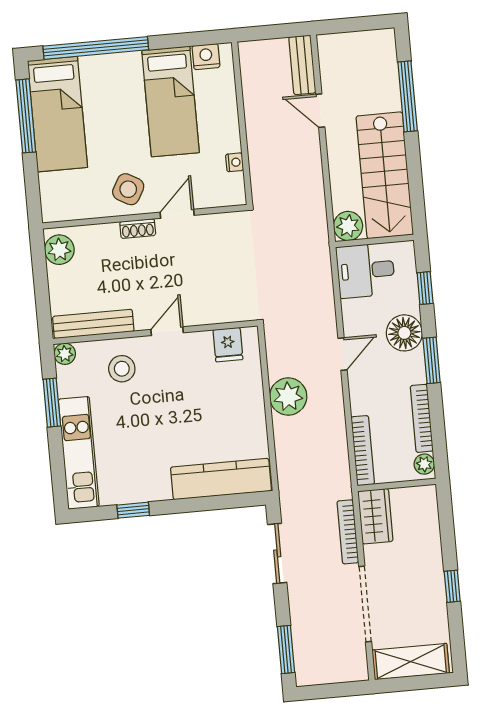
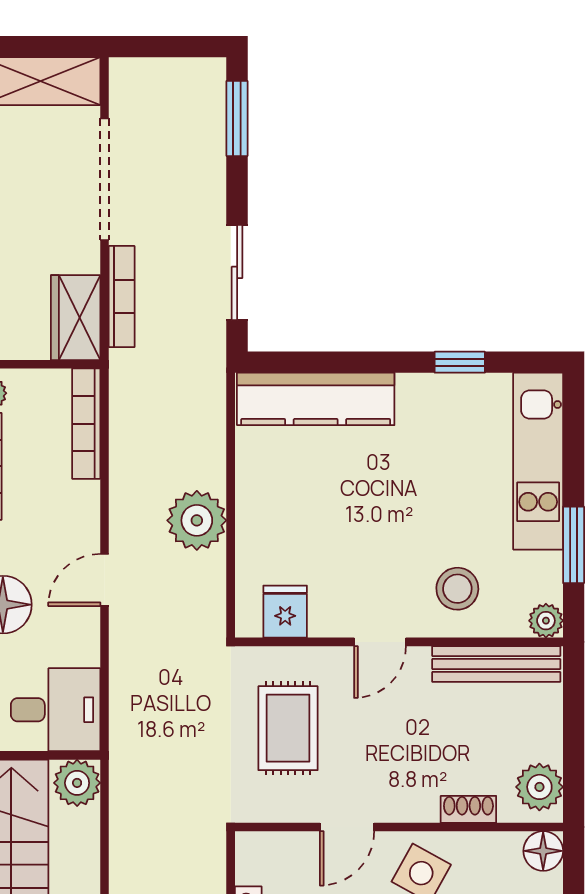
floor lamp: (53, 210) -> (543, 851), added
shoe rack: (138, 229) -> (468, 809), moved
rug: (220, 272) -> (288, 728), added

